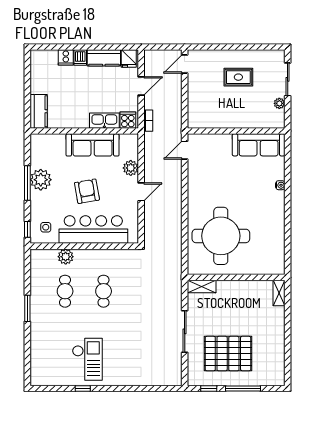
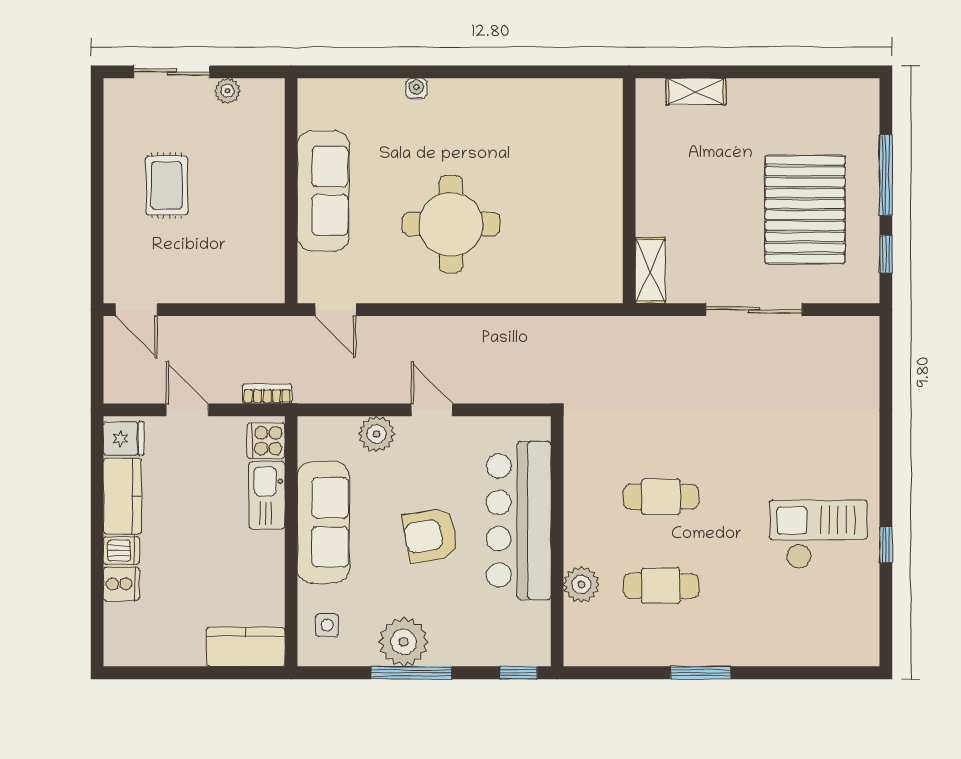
sofa: (259, 145) -> (323, 191), moved
side table: (46, 227) -> (327, 625), moved
round table: (221, 236) -> (451, 224), moved, width x0.73, depth x0.73
shelving: (279, 293) -> (696, 92), moved

